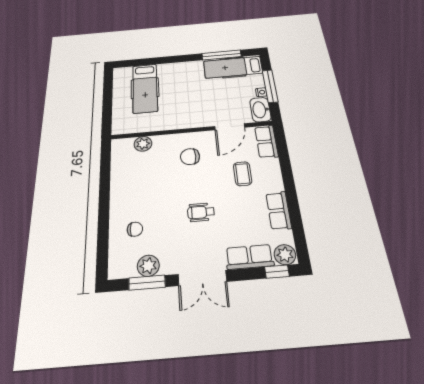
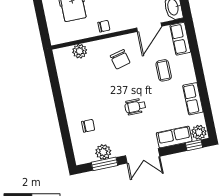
chair: (176, 121) -> (104, 26), added
chair: (190, 157) -> (120, 59), turned -104

